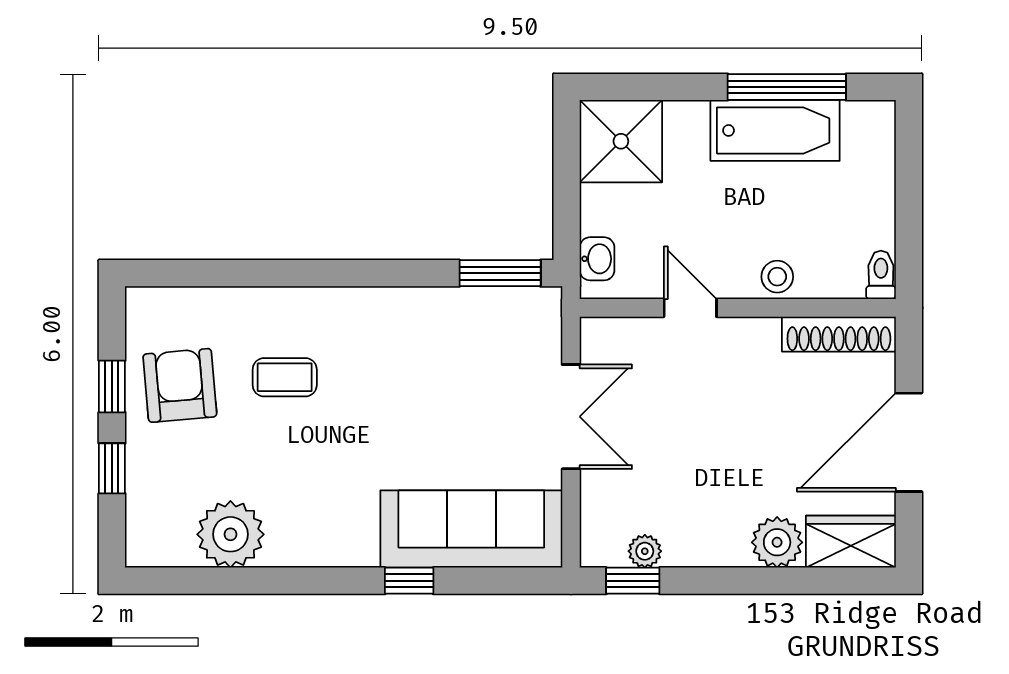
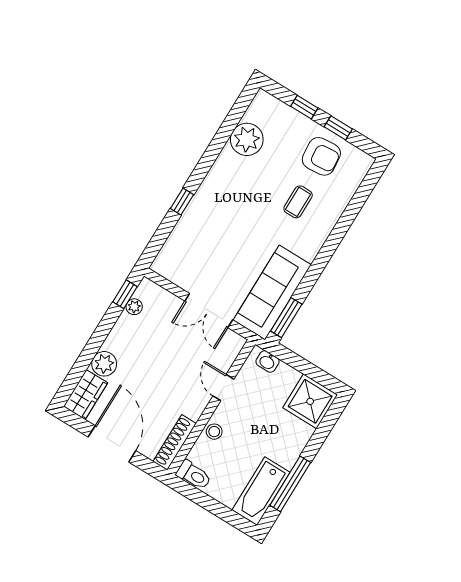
bathtub: (775, 130) -> (261, 491), moved
toilet: (881, 275) -> (194, 475), width x1.37, depth x1.39
door: (690, 308) -> (223, 388), swing flipped
sofa: (471, 529) -> (272, 293), moved, turned 180

